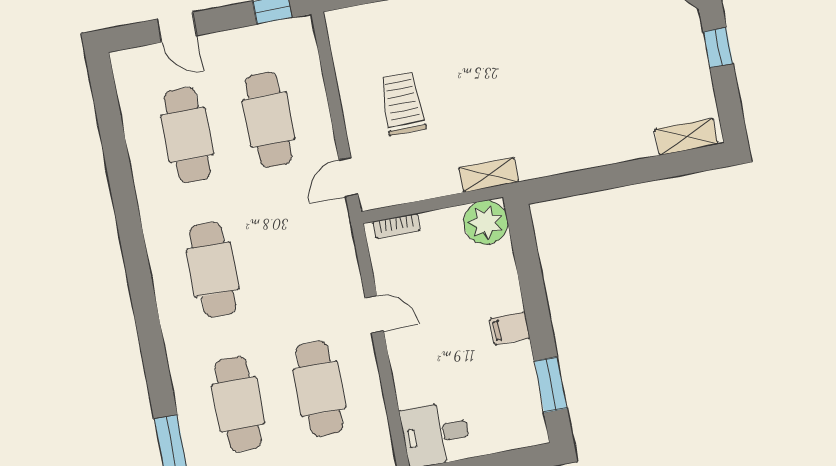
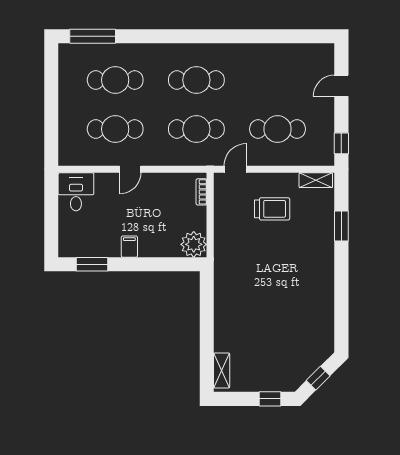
cafe table: (187, 135) -> (196, 129), moved
shelving: (489, 175) -> (316, 180), moved, turned 90
door: (348, 177) -> (235, 169), hinge flipped
door: (374, 314) -> (130, 169), moved

